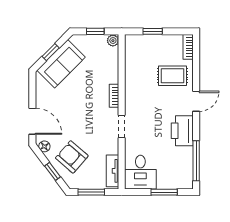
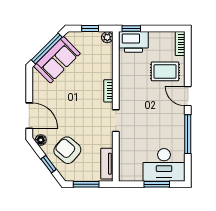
window: (153, 31) -> (131, 28), moved
window: (51, 52) -> (47, 49), width x2.17
door: (196, 101) -> (188, 96), swing flipped
printer: (182, 131) -> (134, 42), moved, turned -90
window: (196, 161) -> (188, 134), moved
desk: (140, 172) -> (164, 165), moved, width x1.37

